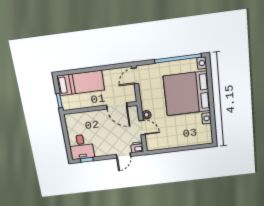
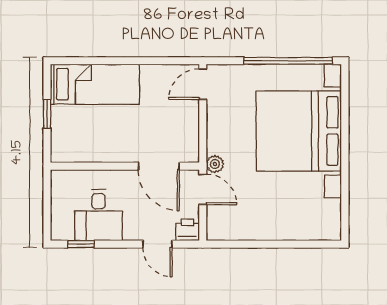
door: (117, 106) -> (159, 166), moved
wall: (100, 108) -> (125, 166), moved
desk: (81, 147) -> (99, 215), moved
door: (123, 155) -> (157, 244), hinge flipped

